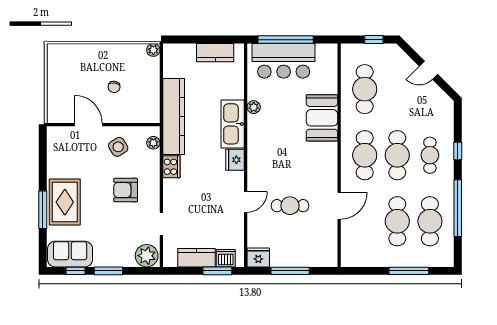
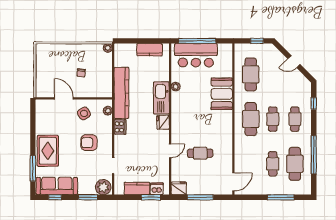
window: (458, 151) -> (314, 103), moved
cafe table: (397, 155) -> (273, 119), width x0.73, depth x0.74
door: (339, 206) -> (233, 182), moved
window: (43, 210) -> (33, 168), moved
cafe table: (397, 221) -> (273, 164), width x0.73, depth x0.74
sofa: (70, 254) -> (57, 186), width x1.36
window: (108, 271) -> (88, 197), moved

